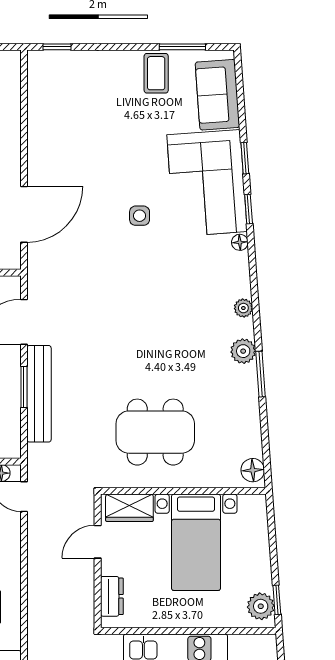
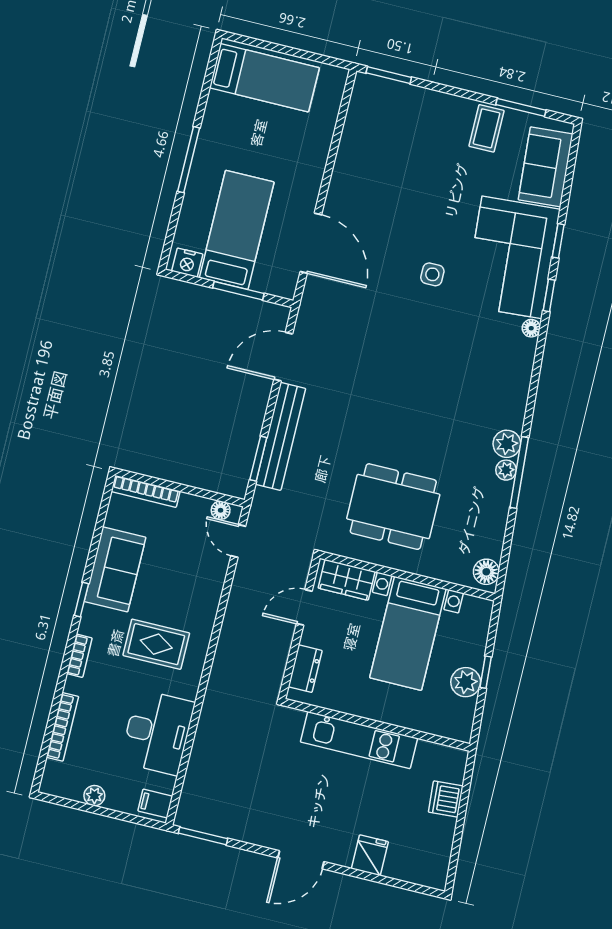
window: (57, 47) -> (389, 75), width x1.50
door: (24, 214) -> (311, 243), hinge flipped
plant: (243, 308) -> (506, 470), moved
window: (260, 374) -> (519, 472), width x1.44
window: (24, 387) -> (258, 459), moved
window: (277, 600) -> (486, 672), moved
plant: (261, 606) -> (466, 682), moved

